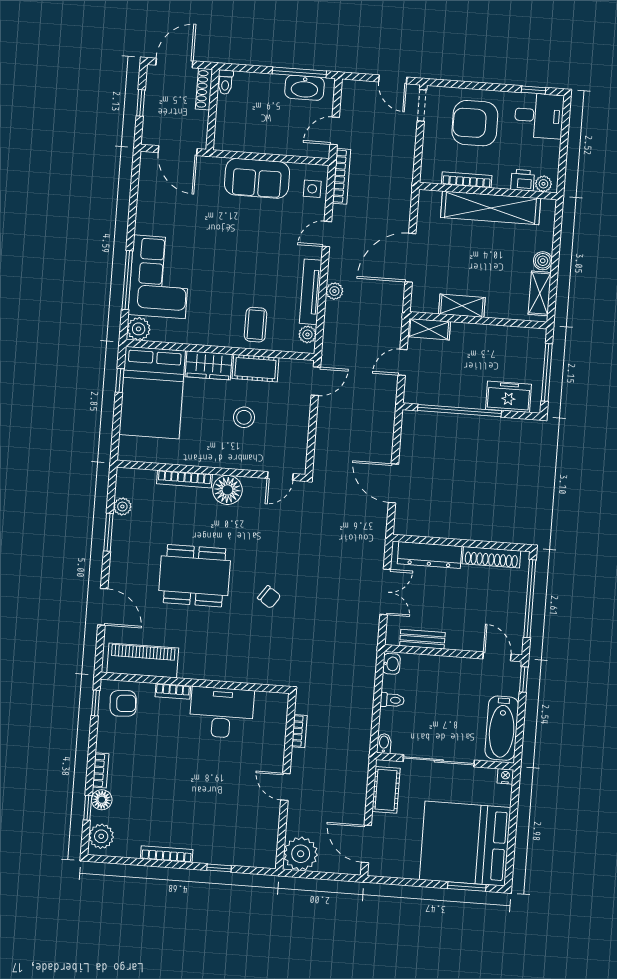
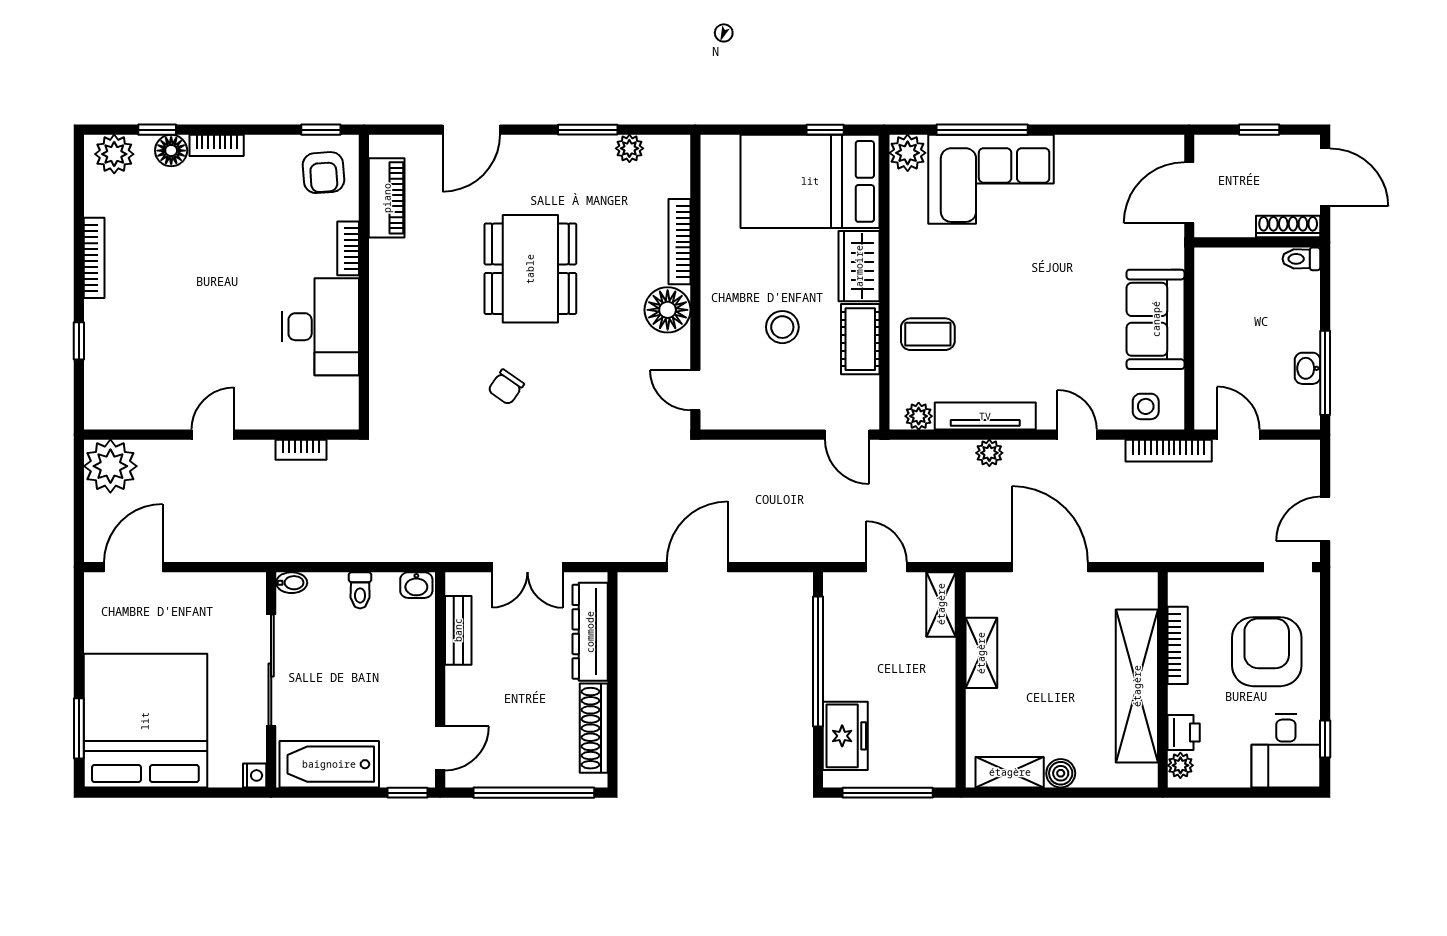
washbasin: (305, 88) -> (1308, 368), width x0.52, depth x0.69
piano: (143, 660) -> (387, 198), width x0.73, depth x0.75
cot: (386, 790) -> (220, 591), removed

